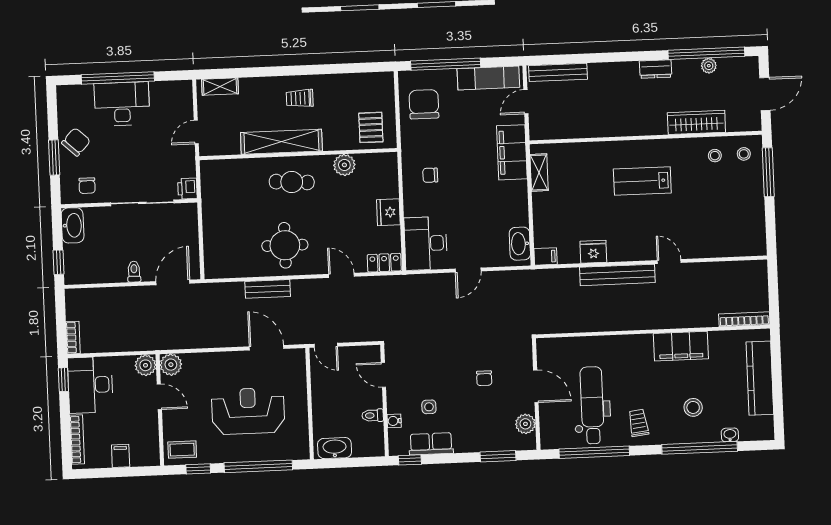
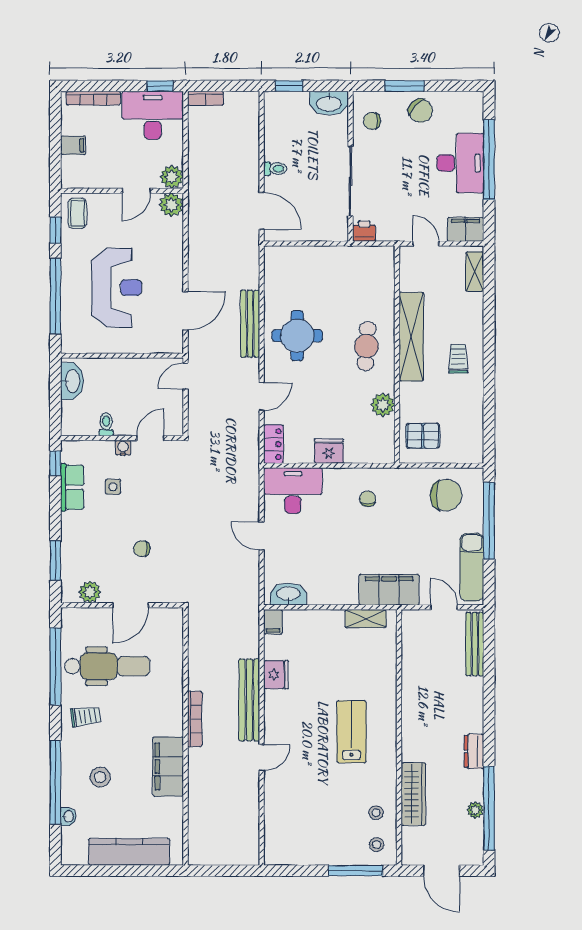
filing cabinet: (182, 97) -> (466, 229), added
bench: (268, 289) -> (250, 324), width x1.36
bookcase: (744, 319) -> (195, 719), moved
water cooler: (394, 421) -> (123, 448), moved

